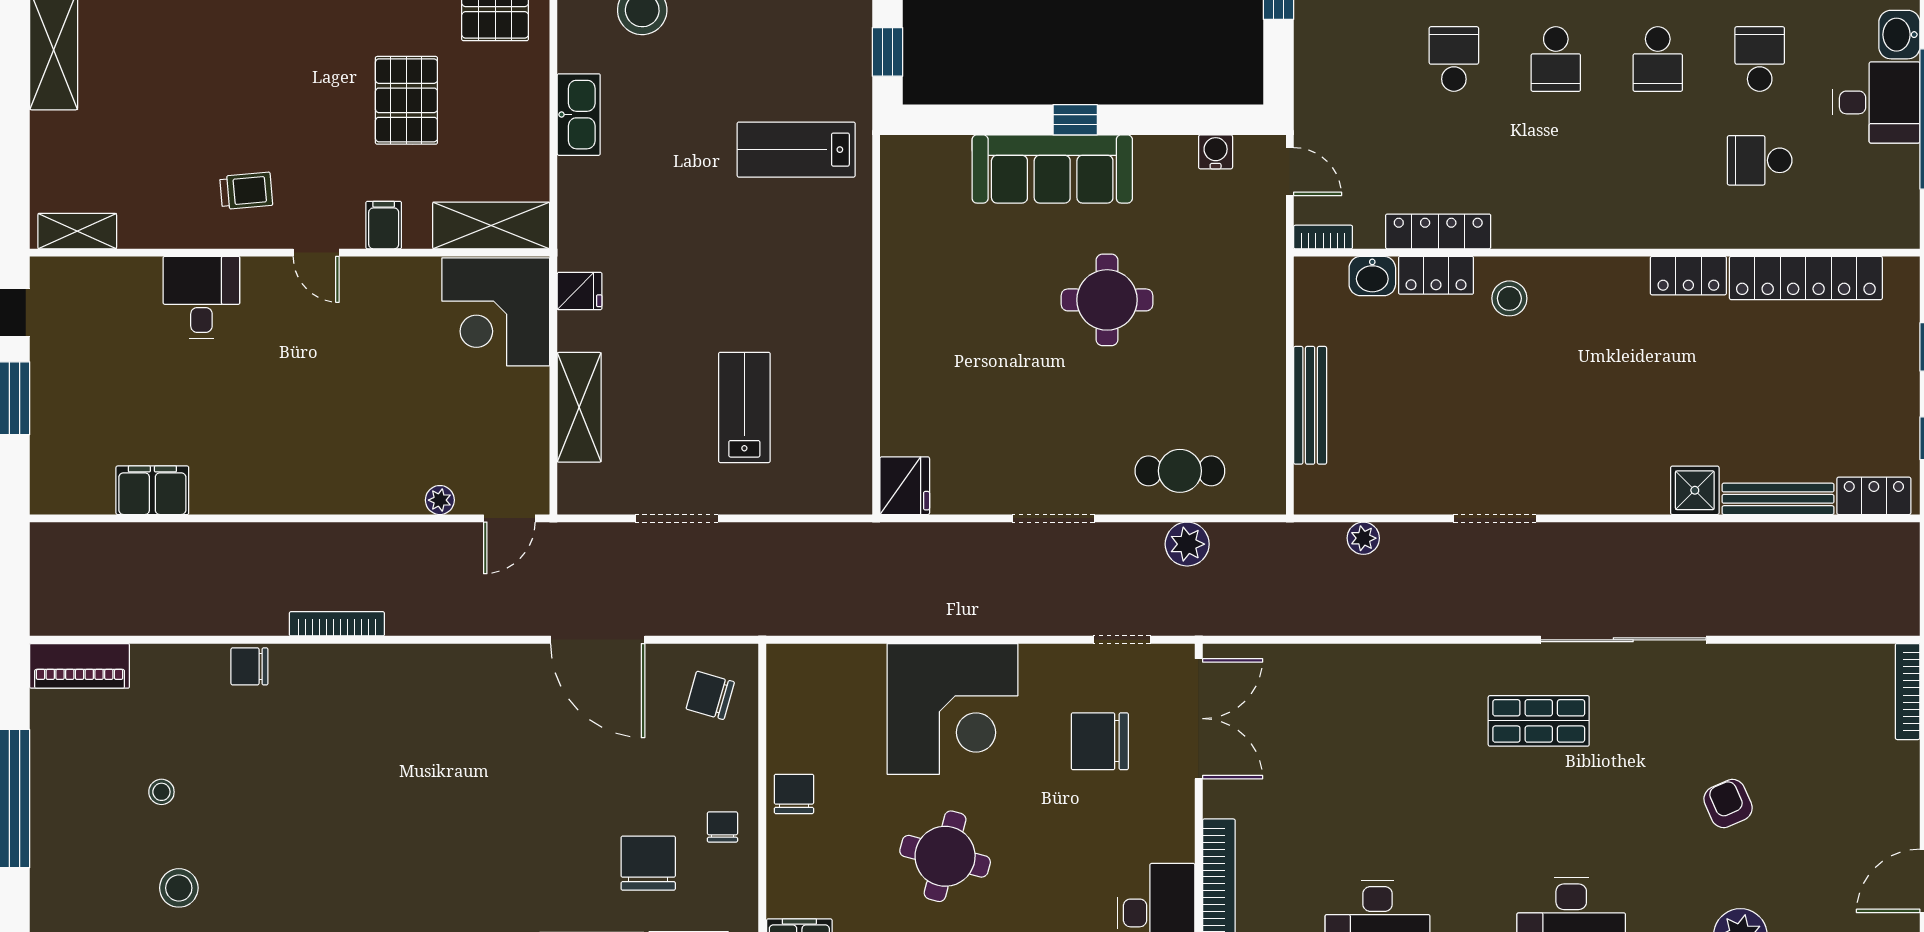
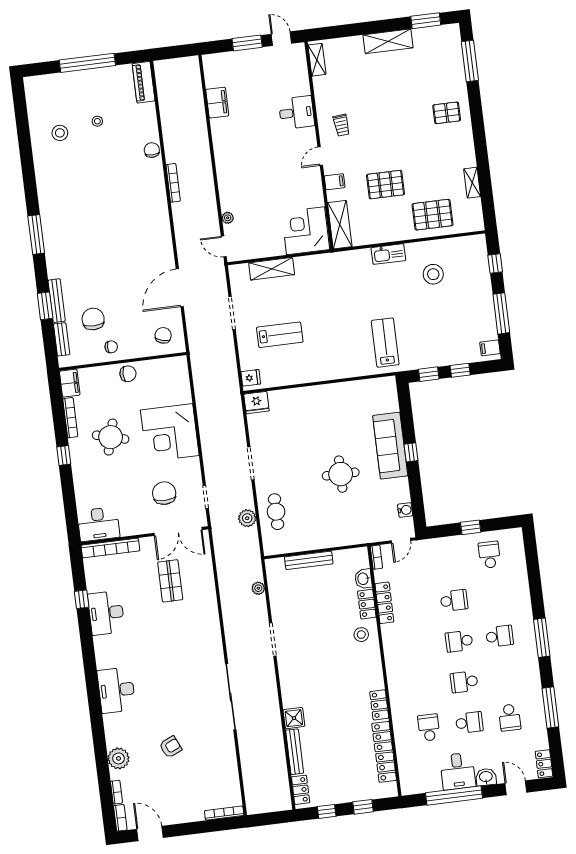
fridge: (580, 291) -> (251, 378), moved, turned -90
shop shelf: (1539, 721) -> (170, 581), moved
chair: (648, 863) -> (93, 319), turned -90

